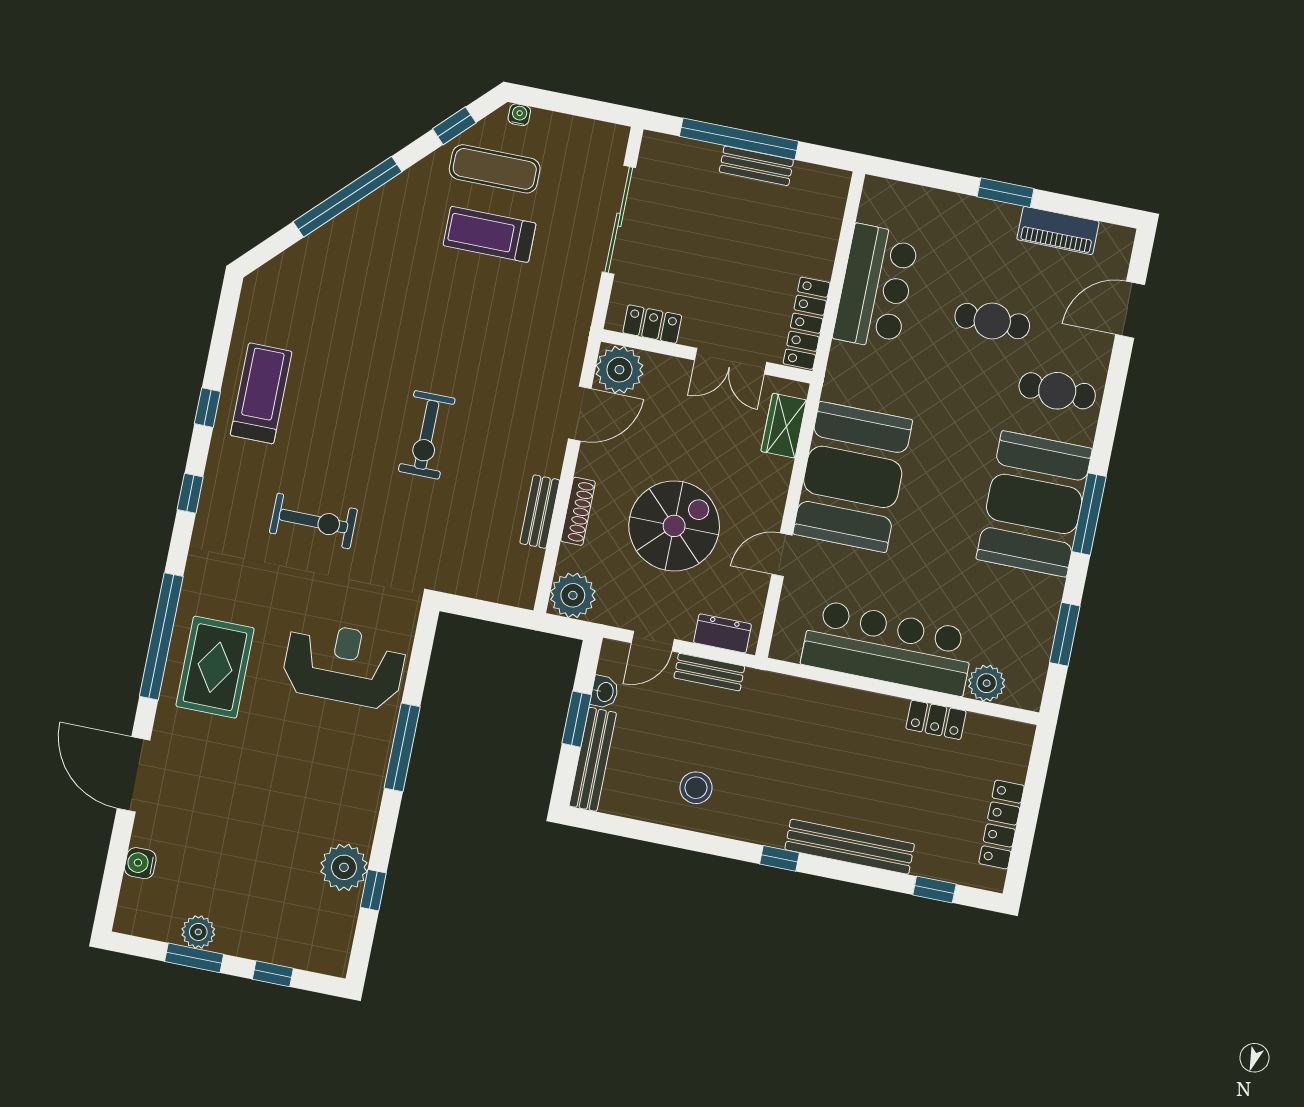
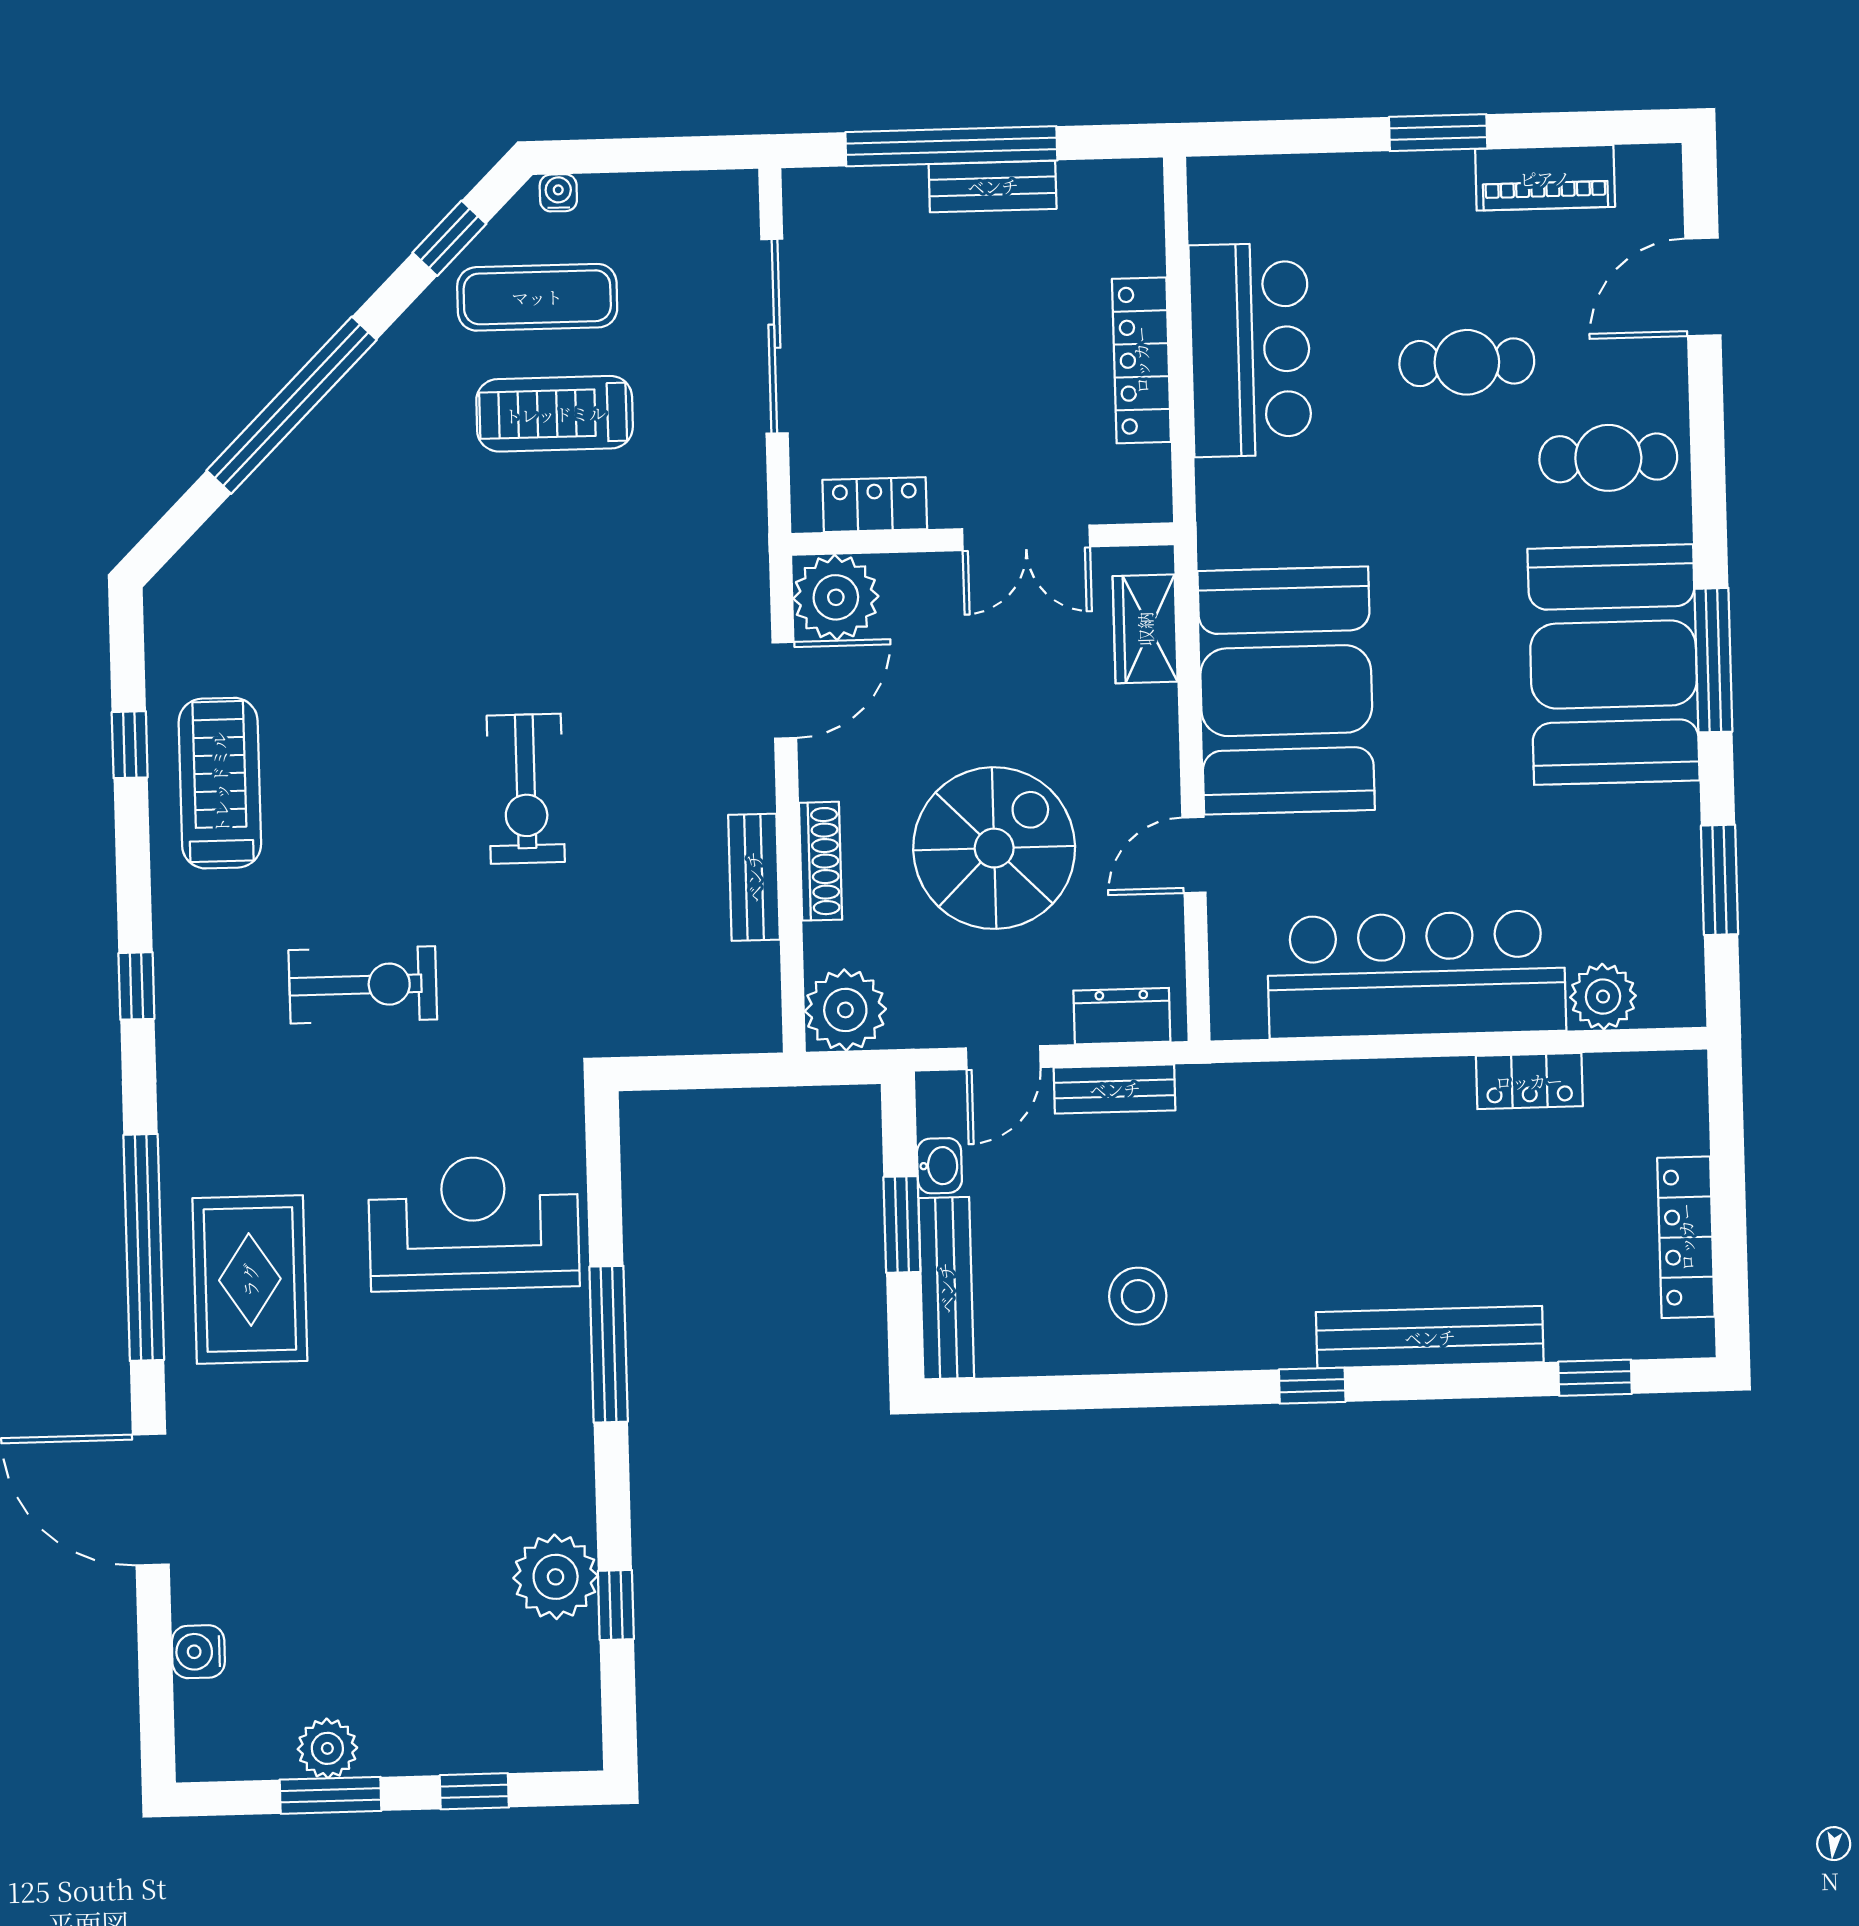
locker: (807, 323) -> (1141, 360), moved
window: (207, 408) -> (130, 745), moved

